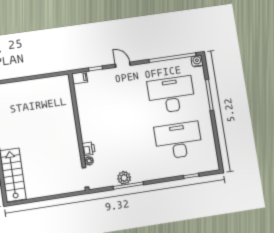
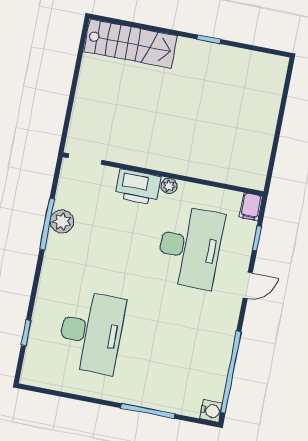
desk: (171, 95) -> (190, 247), moved
printer: (88, 149) -> (138, 187), width x1.87, depth x1.48
plant: (89, 161) -> (169, 186), moved

